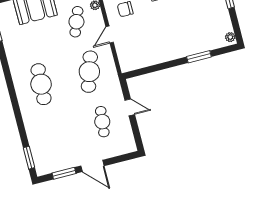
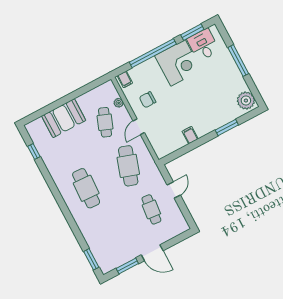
plant: (230, 37) -> (246, 101), width x1.88, depth x1.88
filing cabinet: (160, 56) -> (190, 135), added
door: (130, 107) -> (174, 190), hinge flipped

